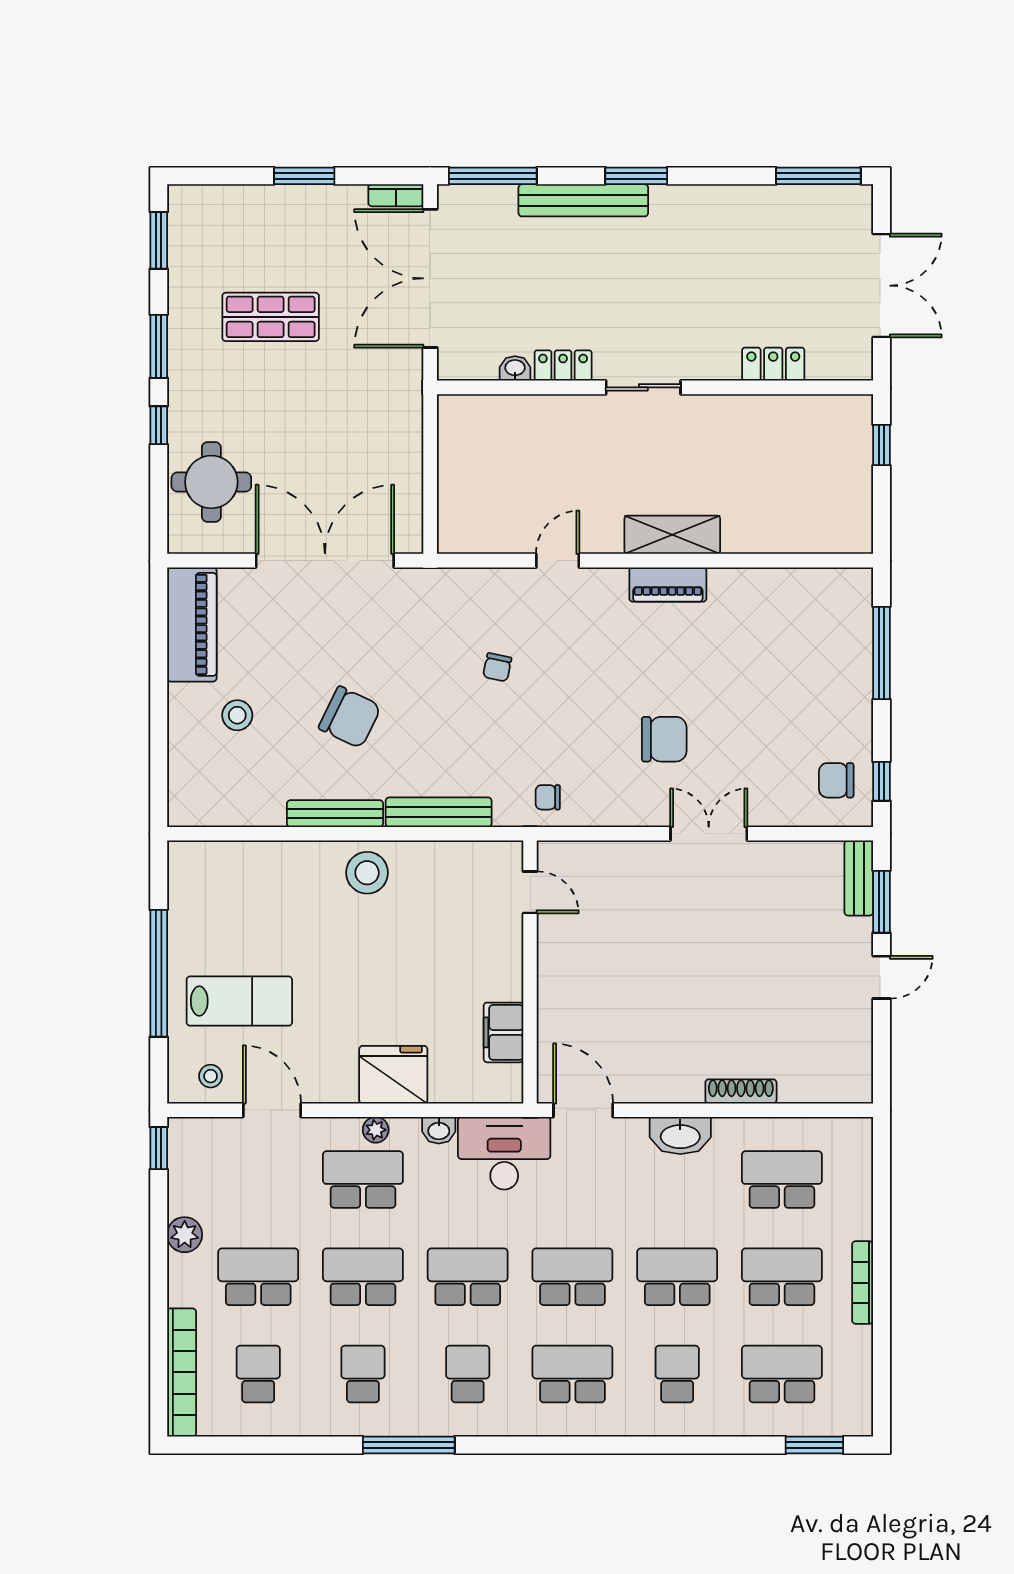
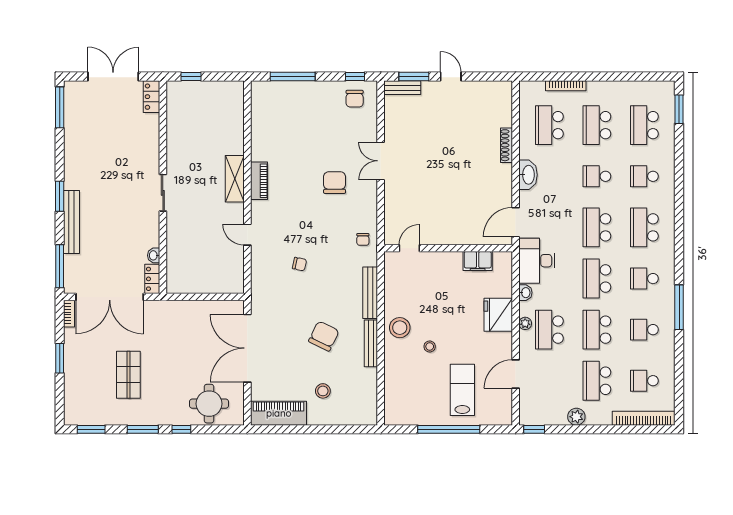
locker: (773, 364) -> (152, 97), moved
locker: (563, 366) -> (152, 279), moved
stool: (211, 1076) -> (430, 347), moved
school desk: (677, 1277) -> (597, 176), width x0.54
bookcase: (863, 1283) -> (566, 86), moved

